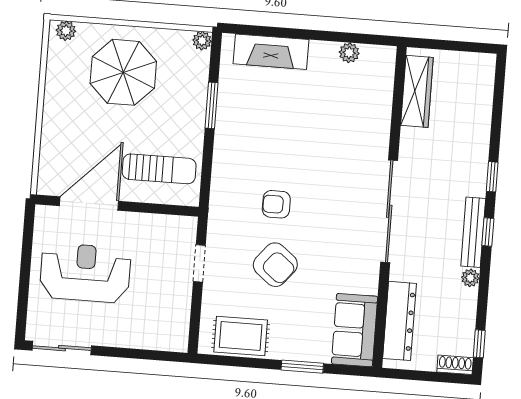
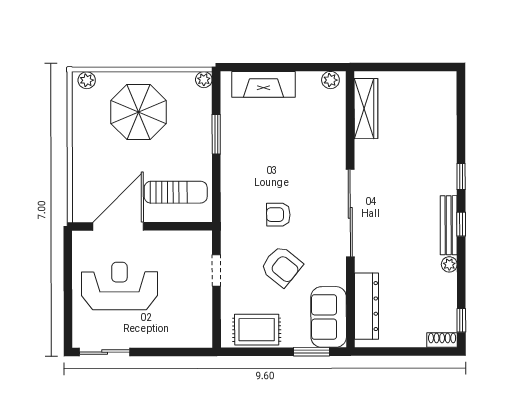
wardrobe: (417, 91) -> (366, 109), moved
wall: (390, 207) -> (350, 209), moved
sliding door: (389, 211) -> (350, 213), moved
dresser: (400, 321) -> (366, 306), moved
sofa: (355, 330) -> (329, 317), moved

